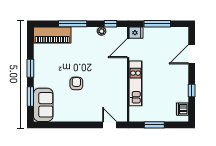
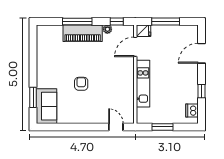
piano: (52, 35) -> (83, 33), moved
window: (30, 68) -> (33, 68), removed

